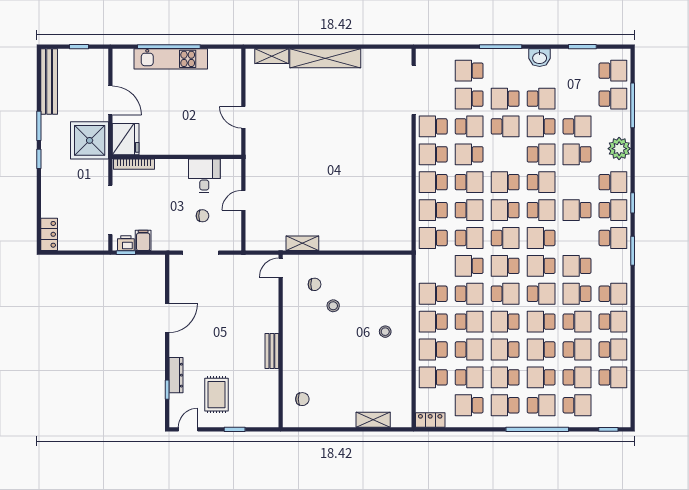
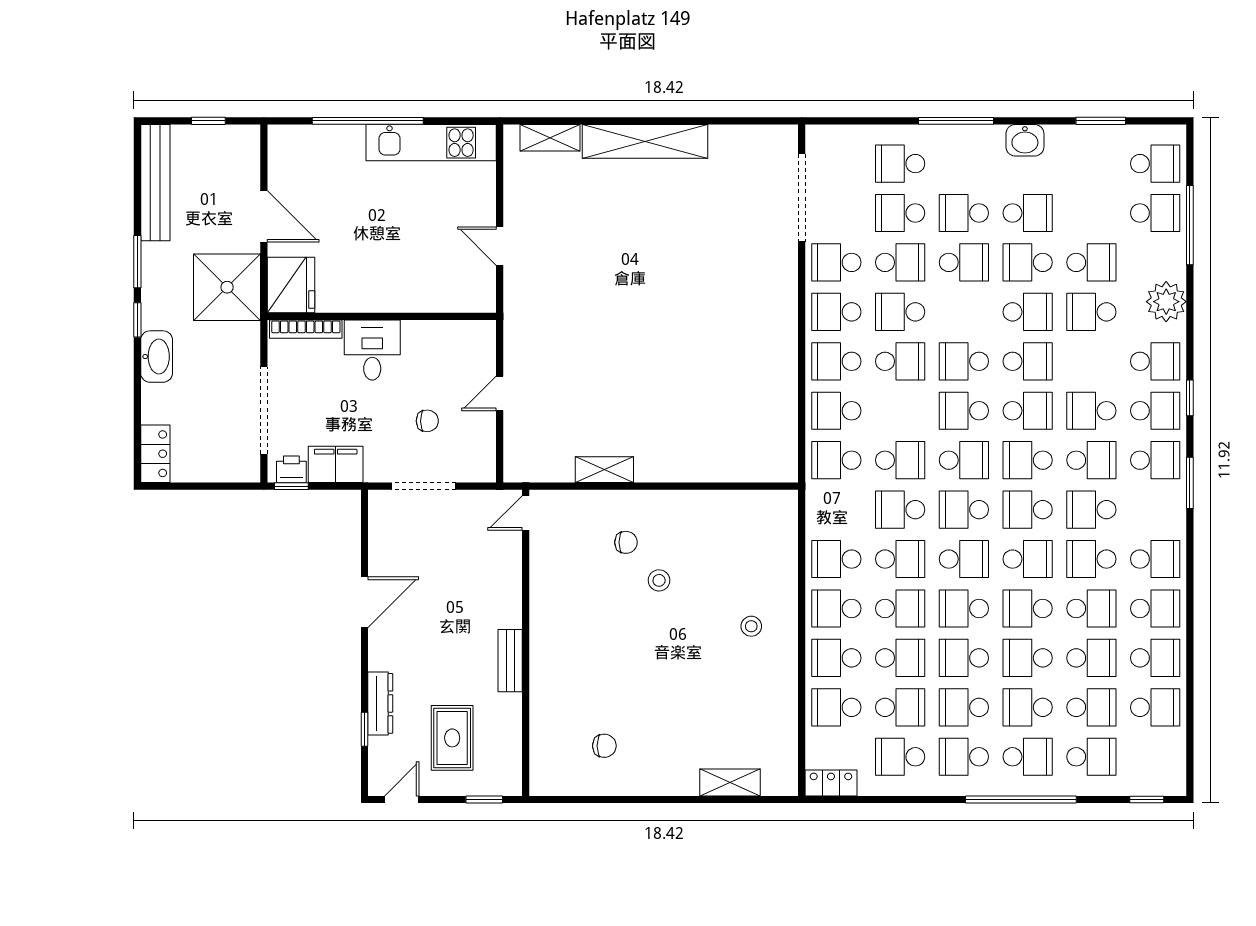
kitchen unit: (171, 59) -> (431, 143), moved
desk: (204, 176) -> (372, 350), moved
washbasin: (50, 180) -> (157, 357), added
school desk: (469, 210) -> (1091, 460), moved
filing cabinet: (143, 240) -> (336, 464), width x2.00
door: (281, 268) -> (526, 513), moved
wall: (281, 341) -> (526, 643), moved
bench: (272, 351) -> (510, 661), moved

